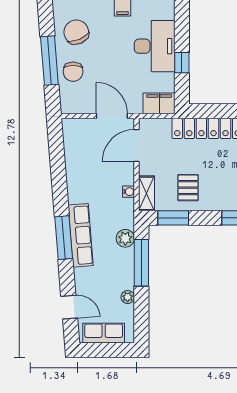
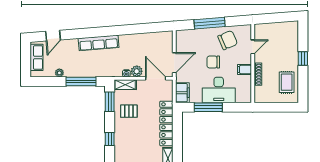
window: (182, 63) -> (208, 107), width x2.17
chair: (73, 72) -> (213, 62), moved
window: (64, 238) -> (97, 32), removed
plant: (125, 238) -> (137, 71), moved

